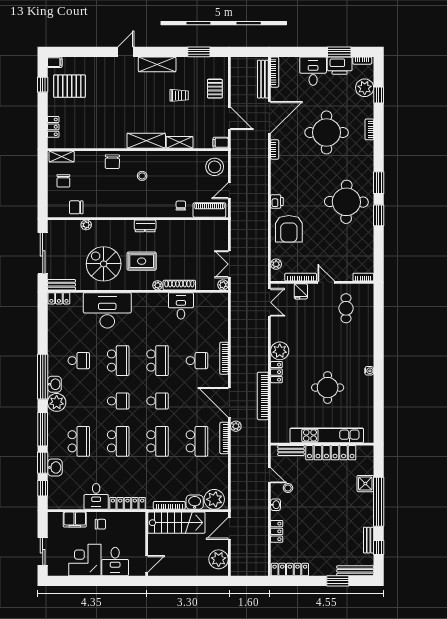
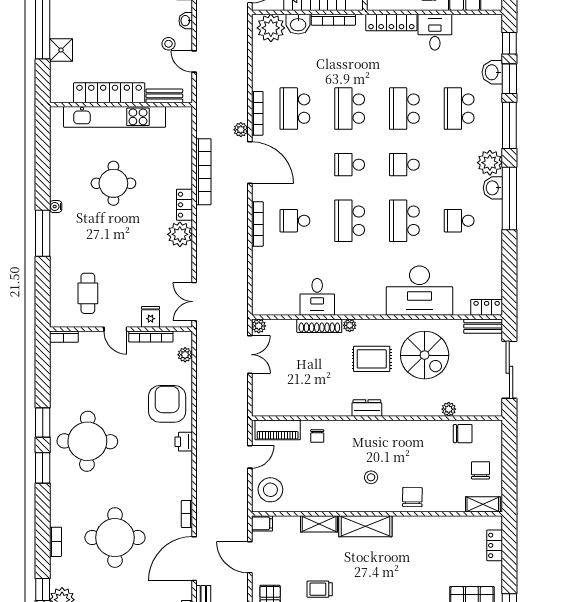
window: (379, 352) -> (43, 233), added

